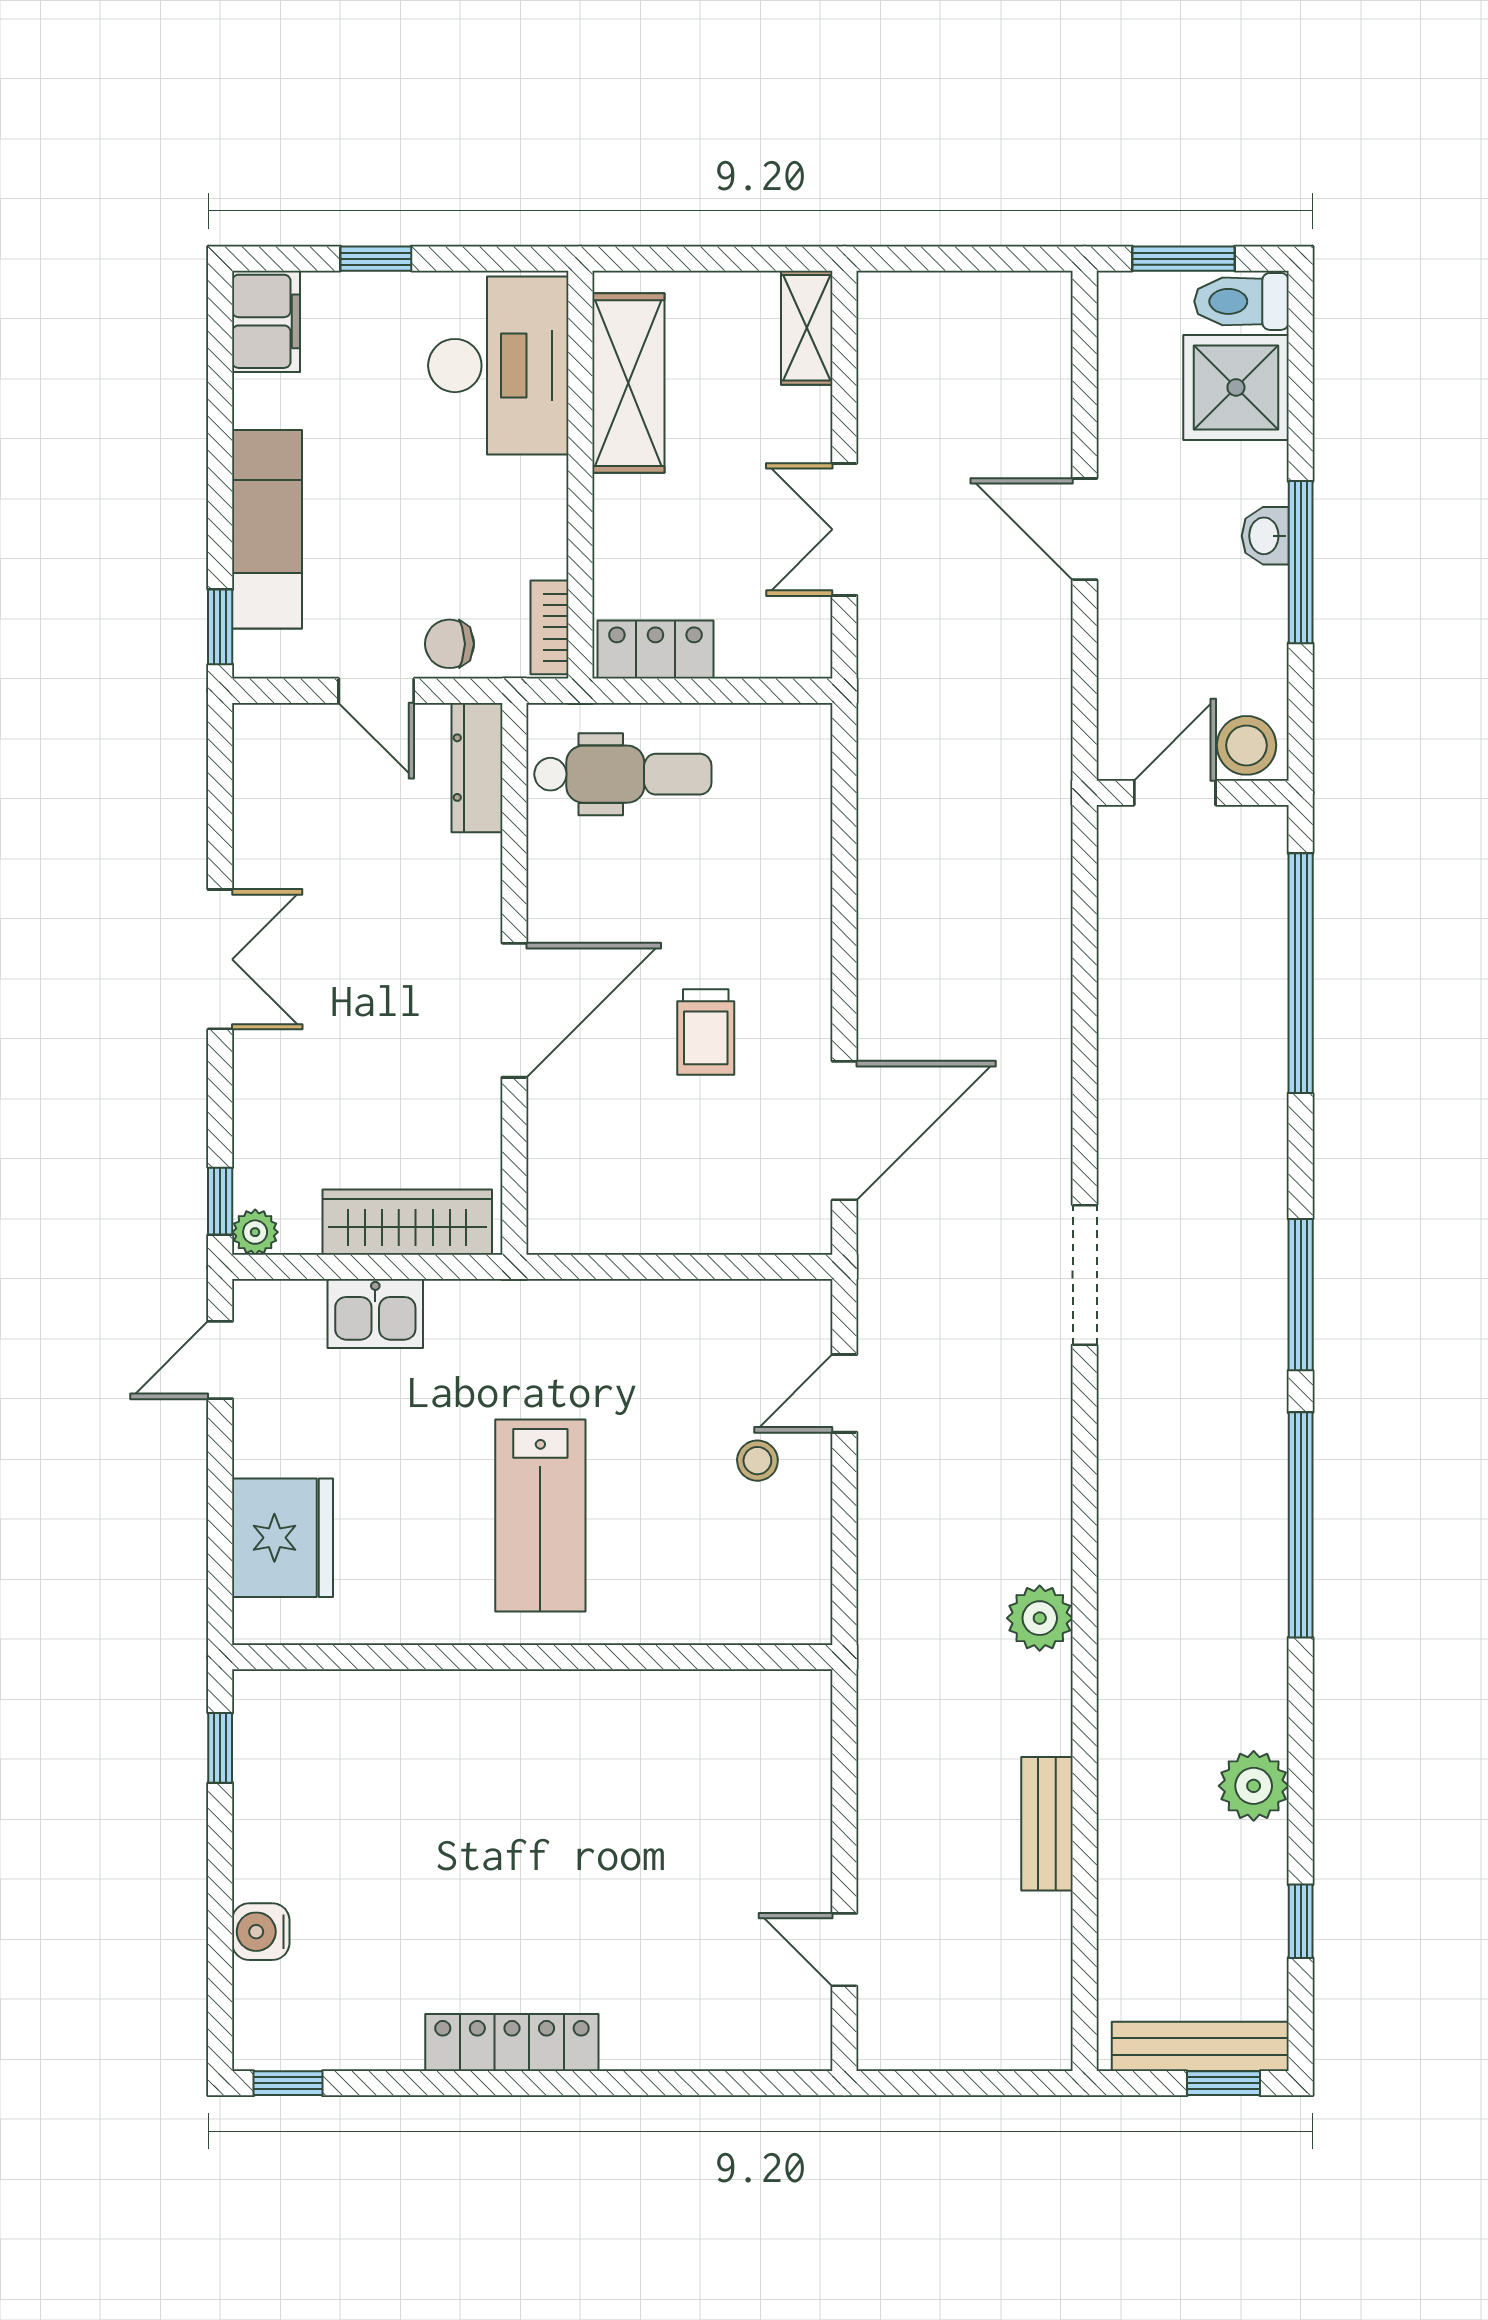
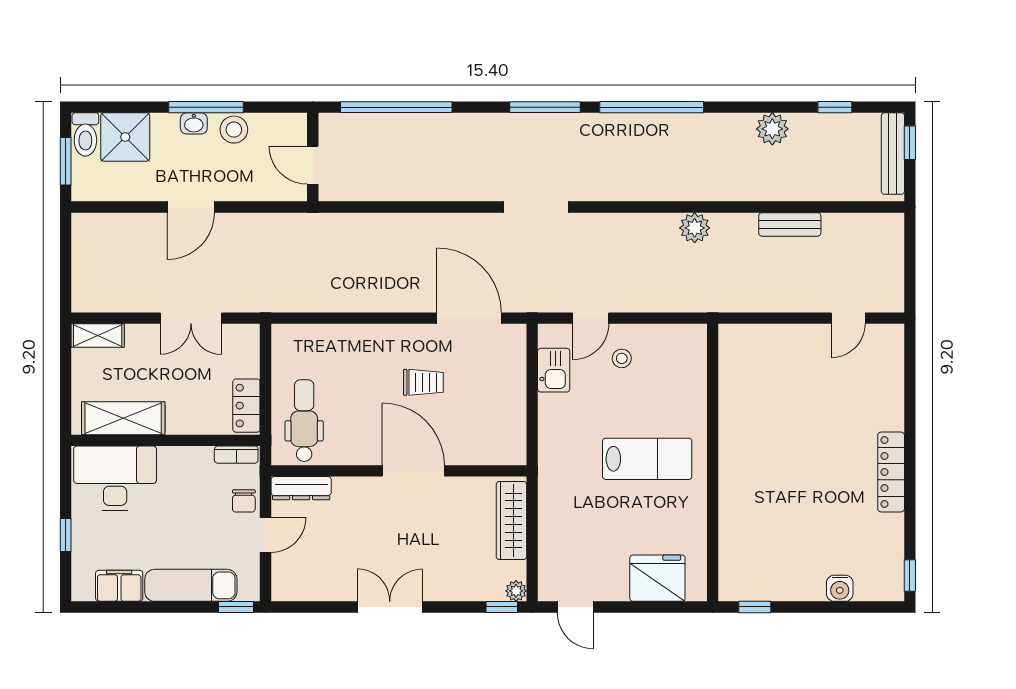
filing cabinet: (266, 321) -> (119, 586), moved
stool: (1247, 745) -> (234, 130), moved
kitchen sink: (375, 1314) -> (554, 370), moved
door: (844, 1393) -> (591, 318), hinge flipped

